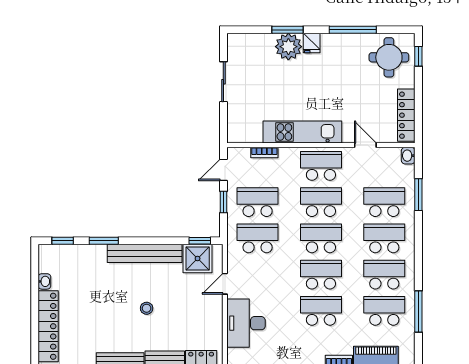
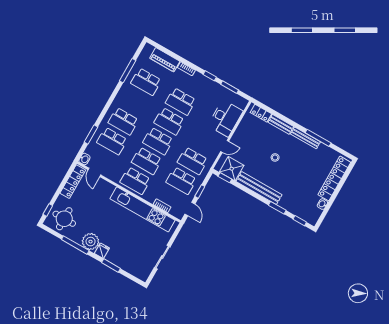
plant: (288, 47) -> (91, 242), moved
kitchen unit: (302, 132) -> (143, 209), width x1.36
door: (365, 145) -> (94, 172), moved
door: (223, 170) -> (190, 209), hinge flipped
school desk: (384, 275) -> (135, 101), removed

